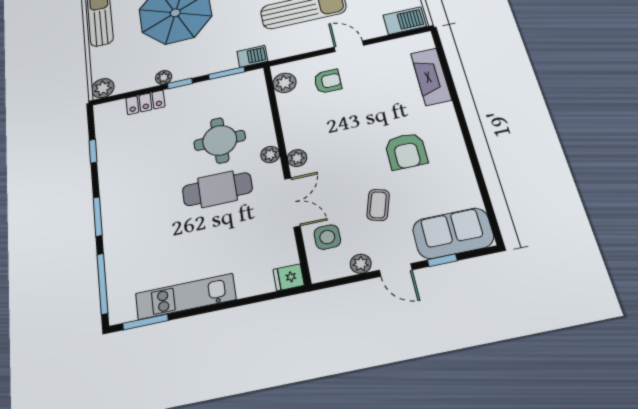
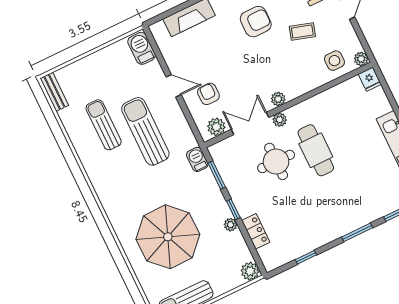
door: (349, 46) -> (174, 86), swing flipped
double door: (292, 202) -> (250, 123), moved
plant: (361, 264) -> (361, 59), moved

